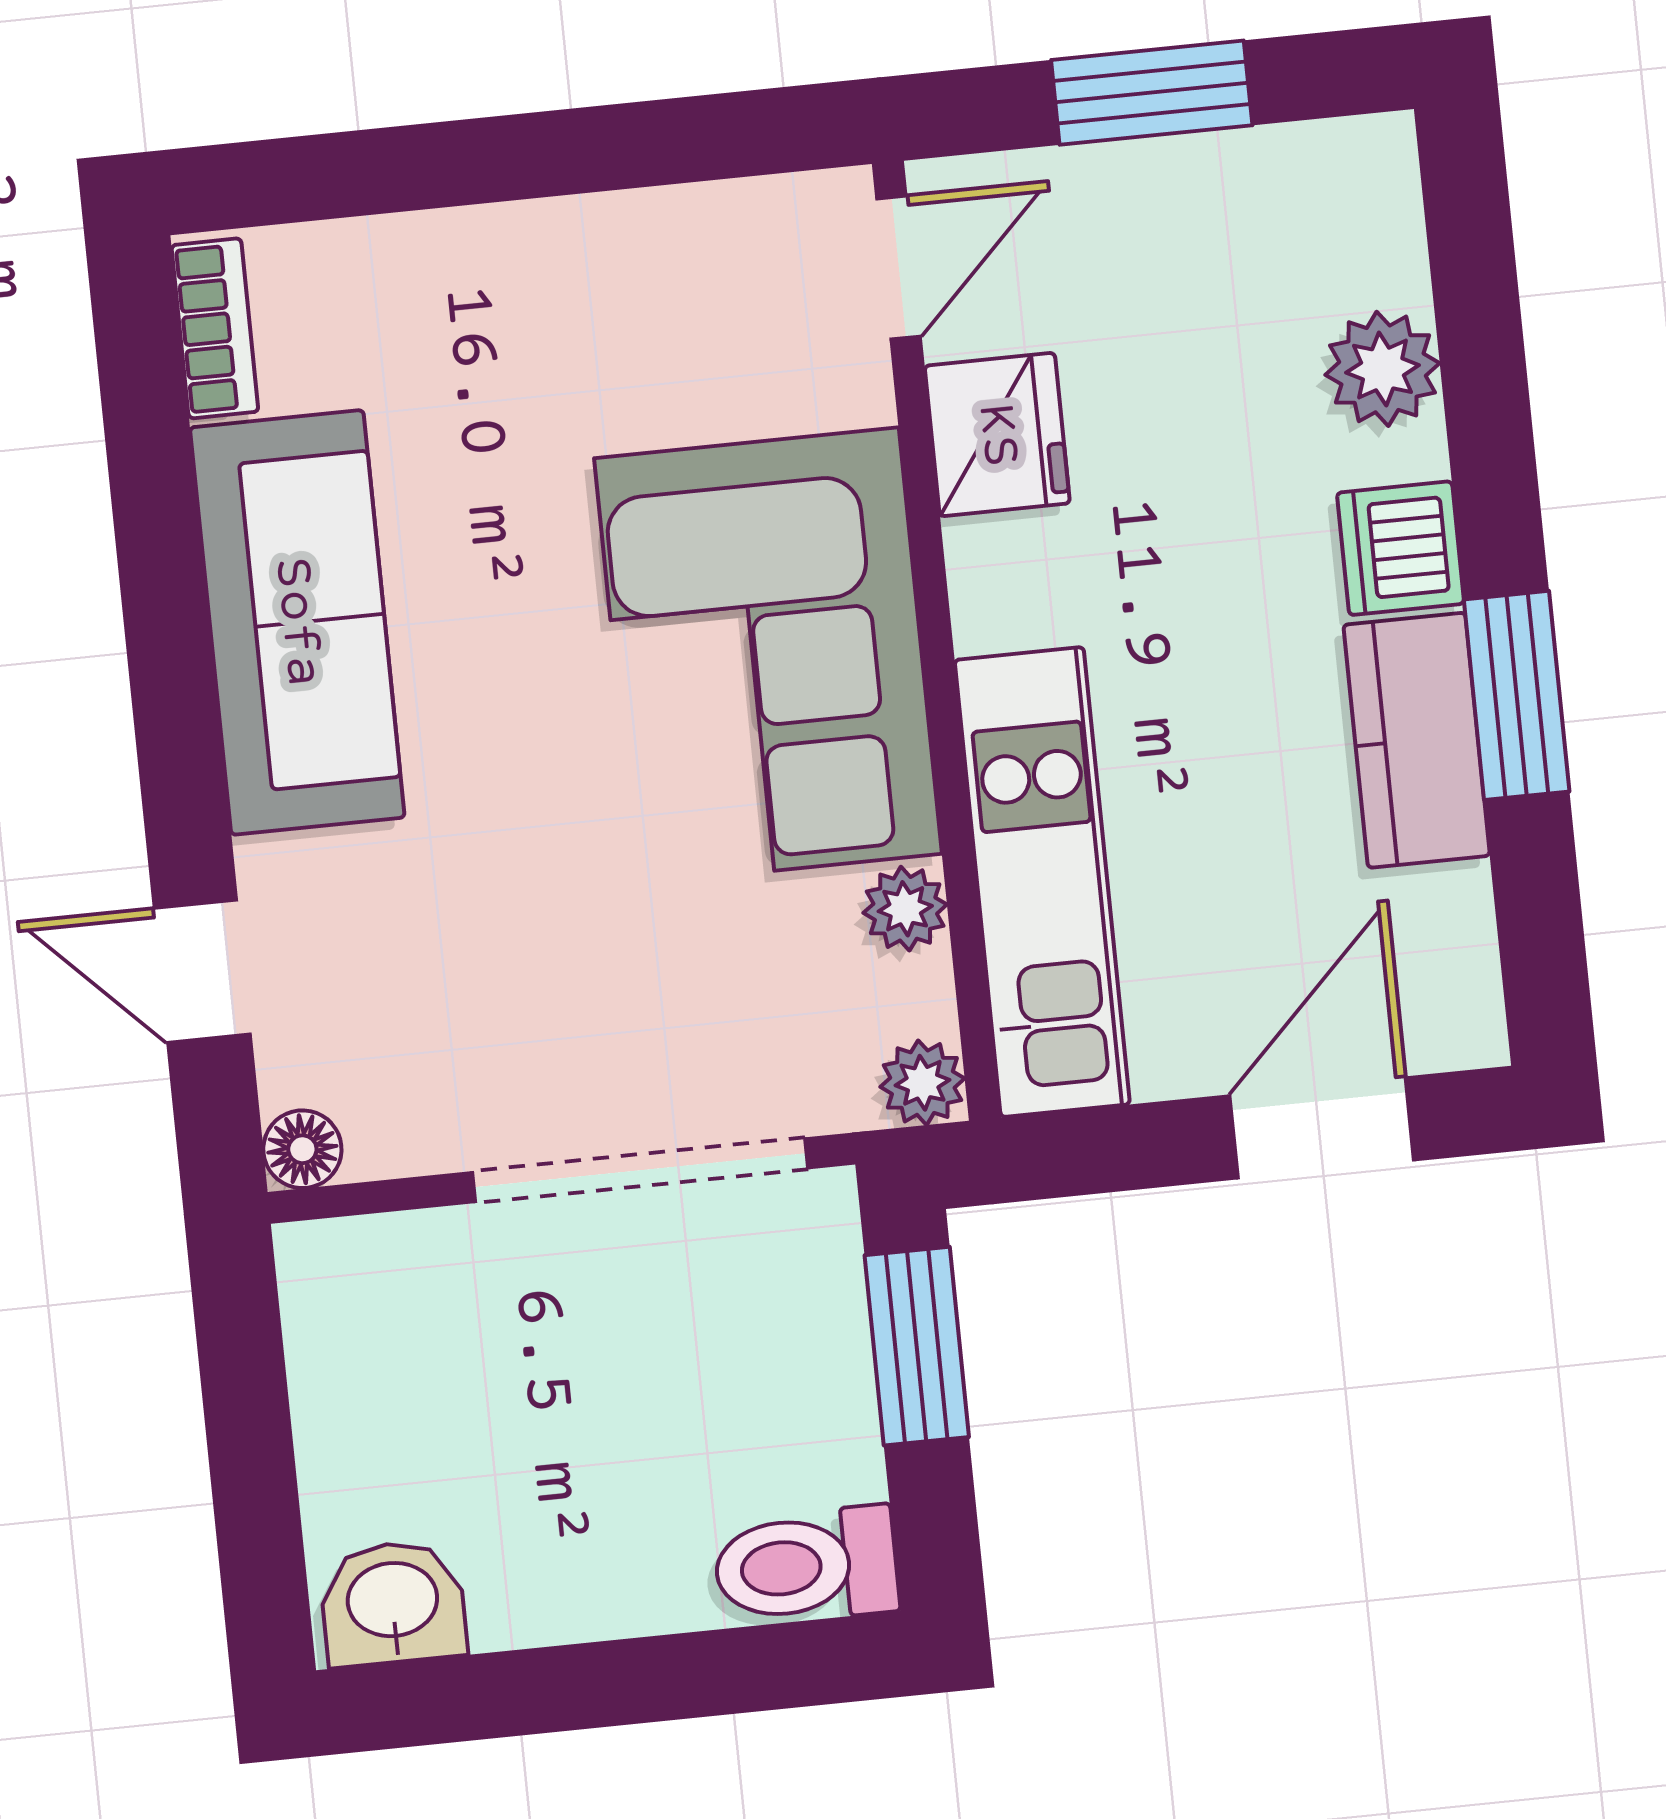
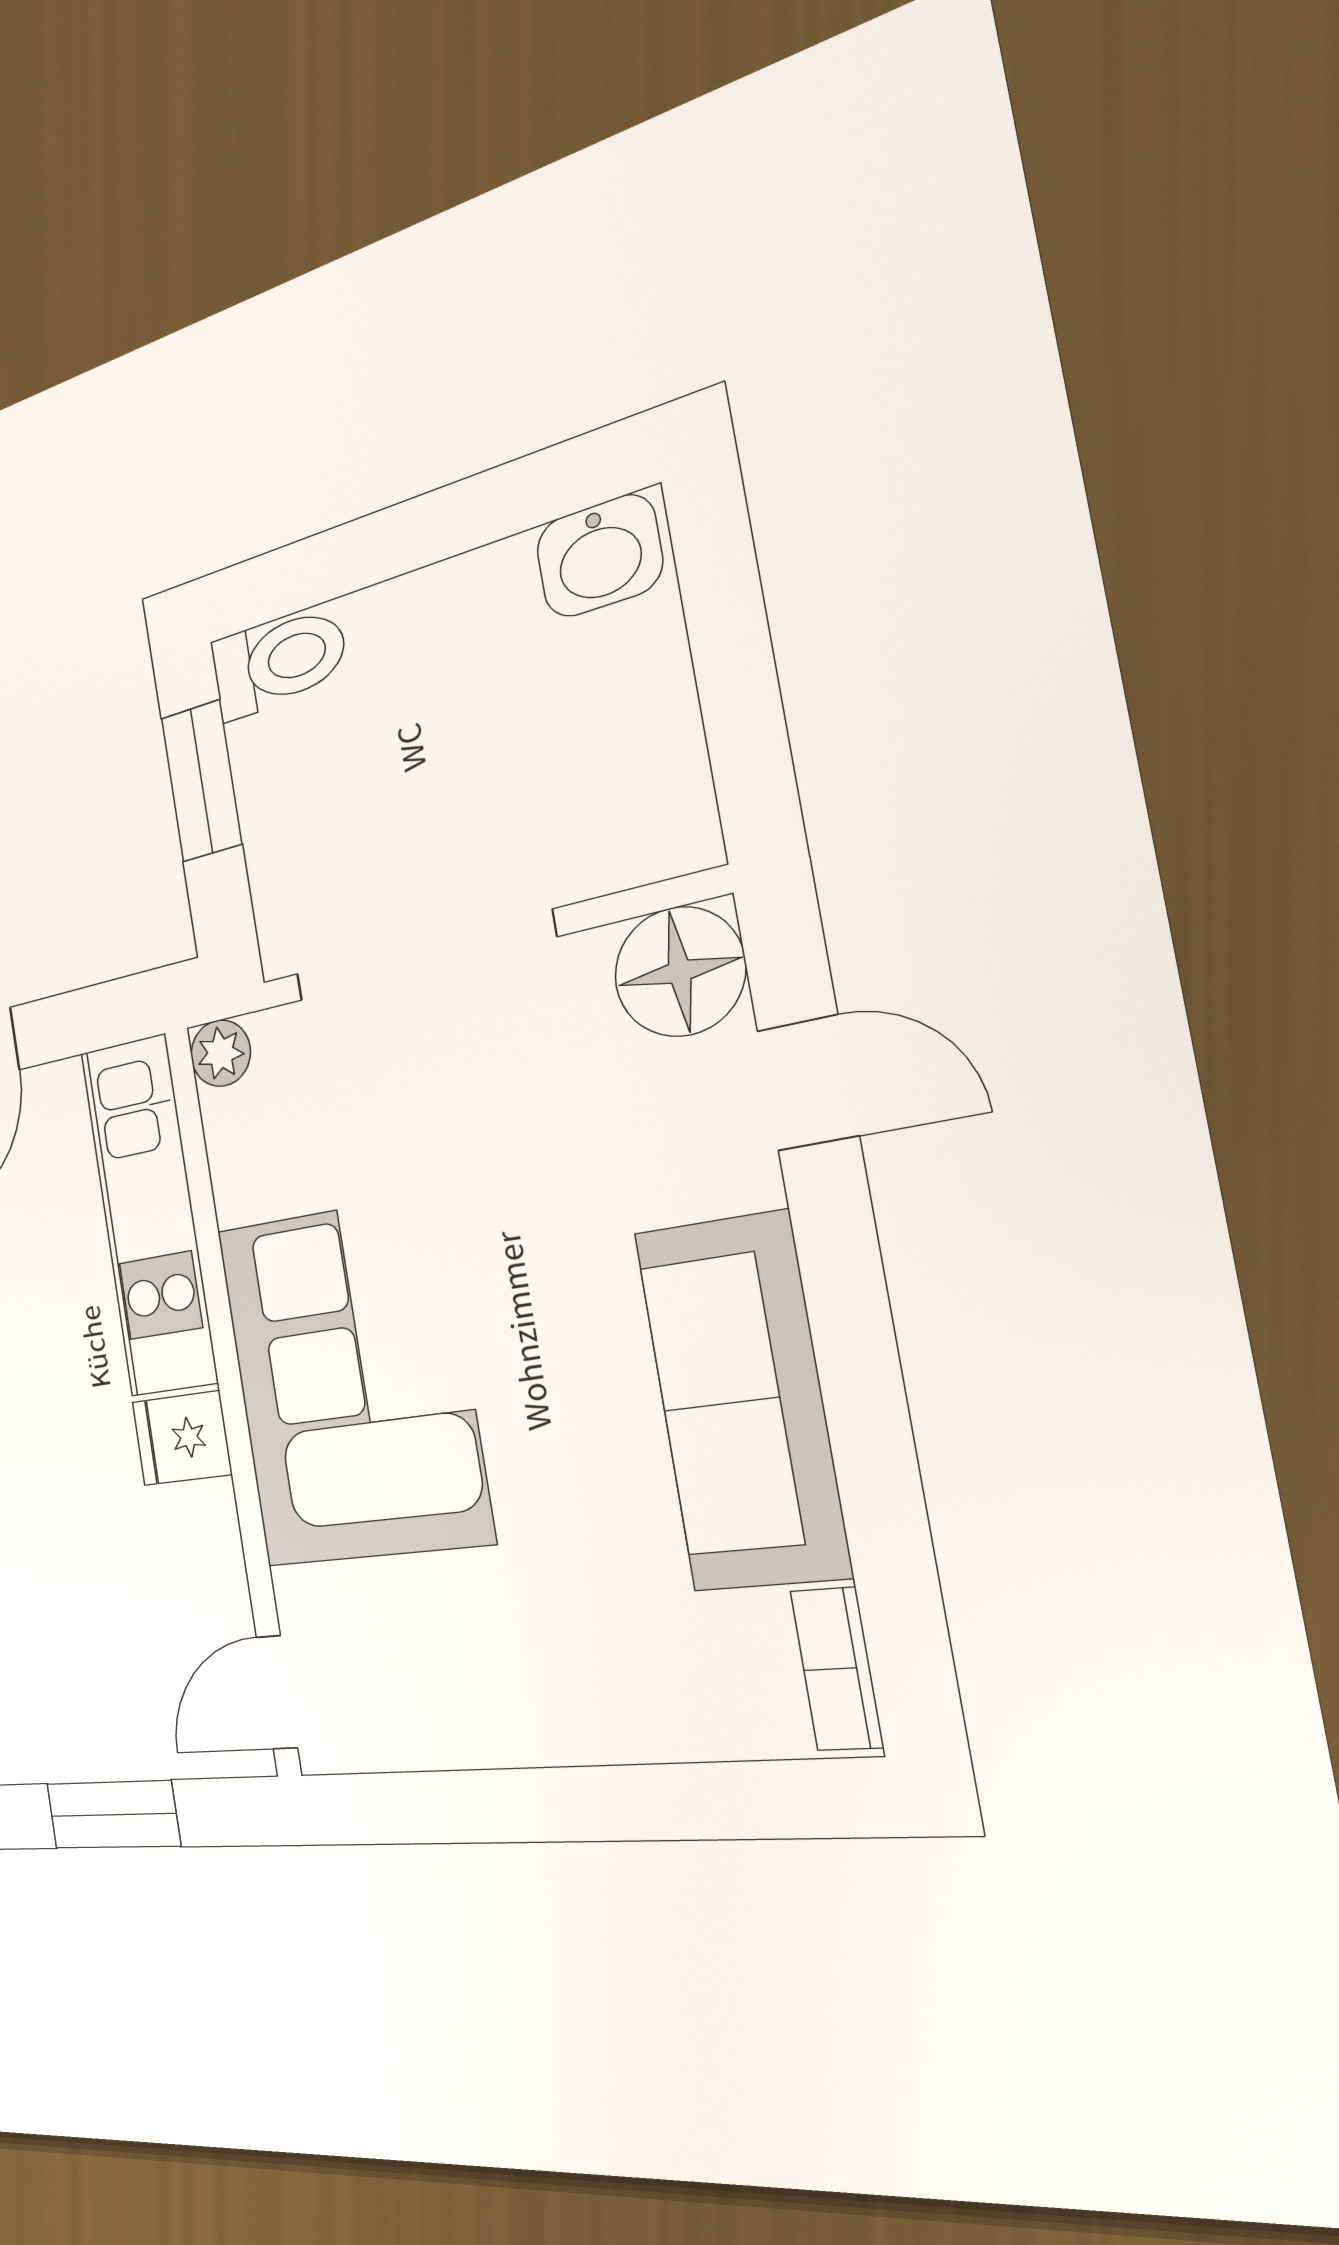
fridge: (997, 435) -> (182, 1438), moved, width x0.72
plant: (905, 909) -> (241, 1187), removed
floor lamp: (302, 1149) -> (680, 972), width x1.89, depth x1.89
window: (917, 1346) -> (201, 781), moved

